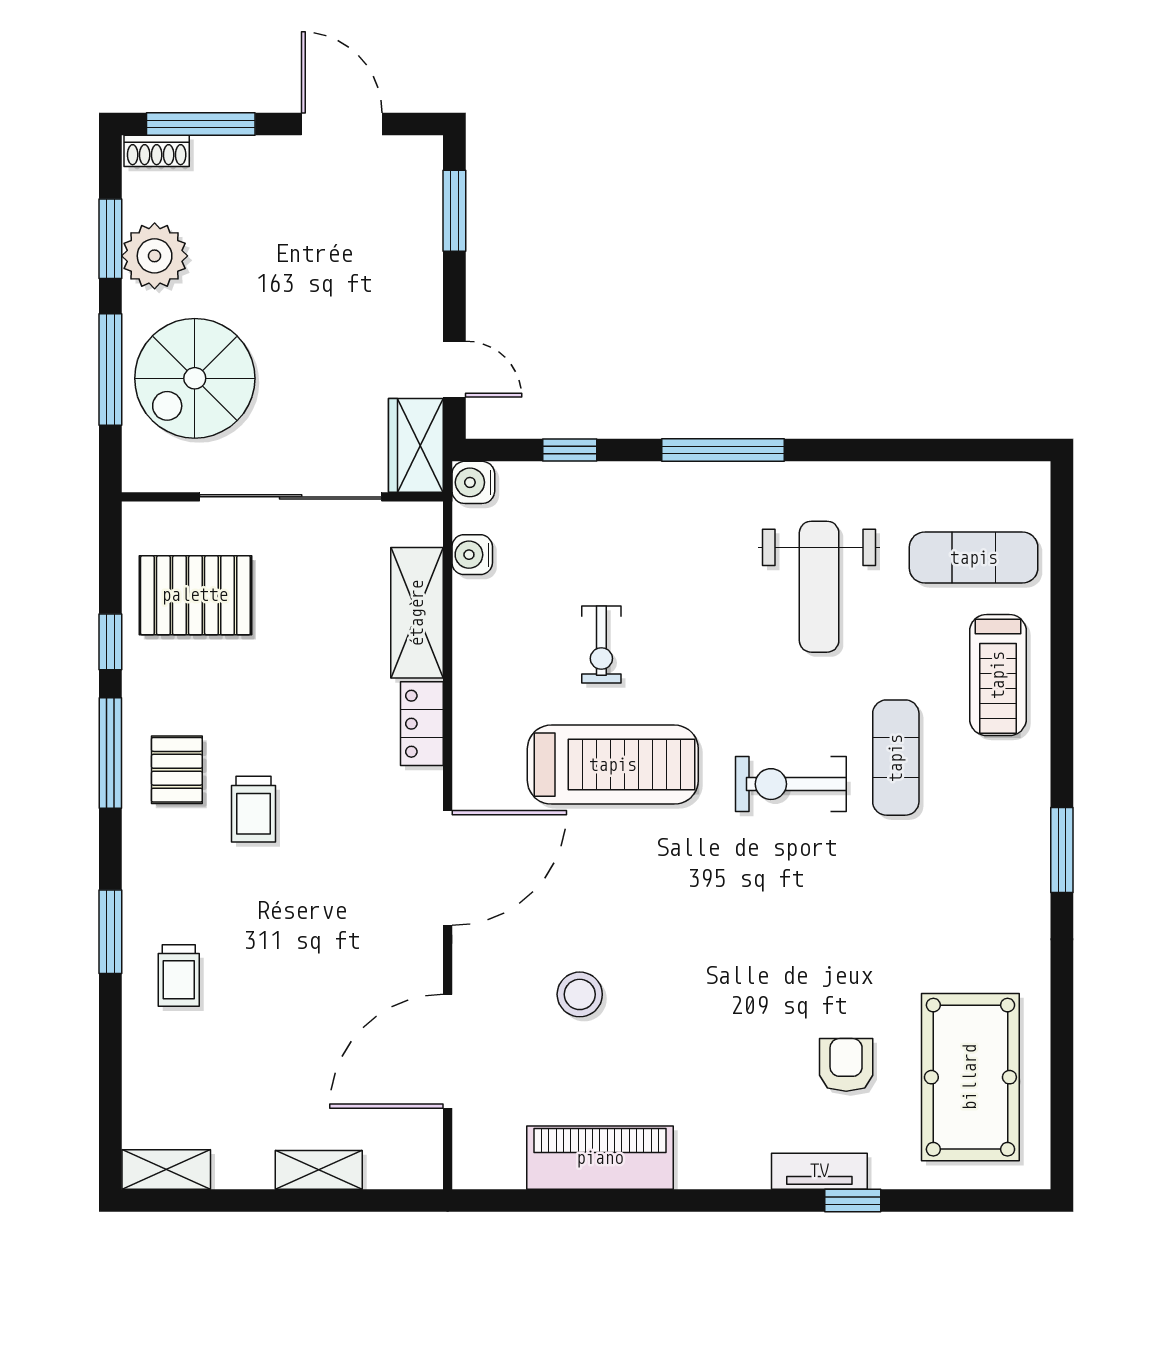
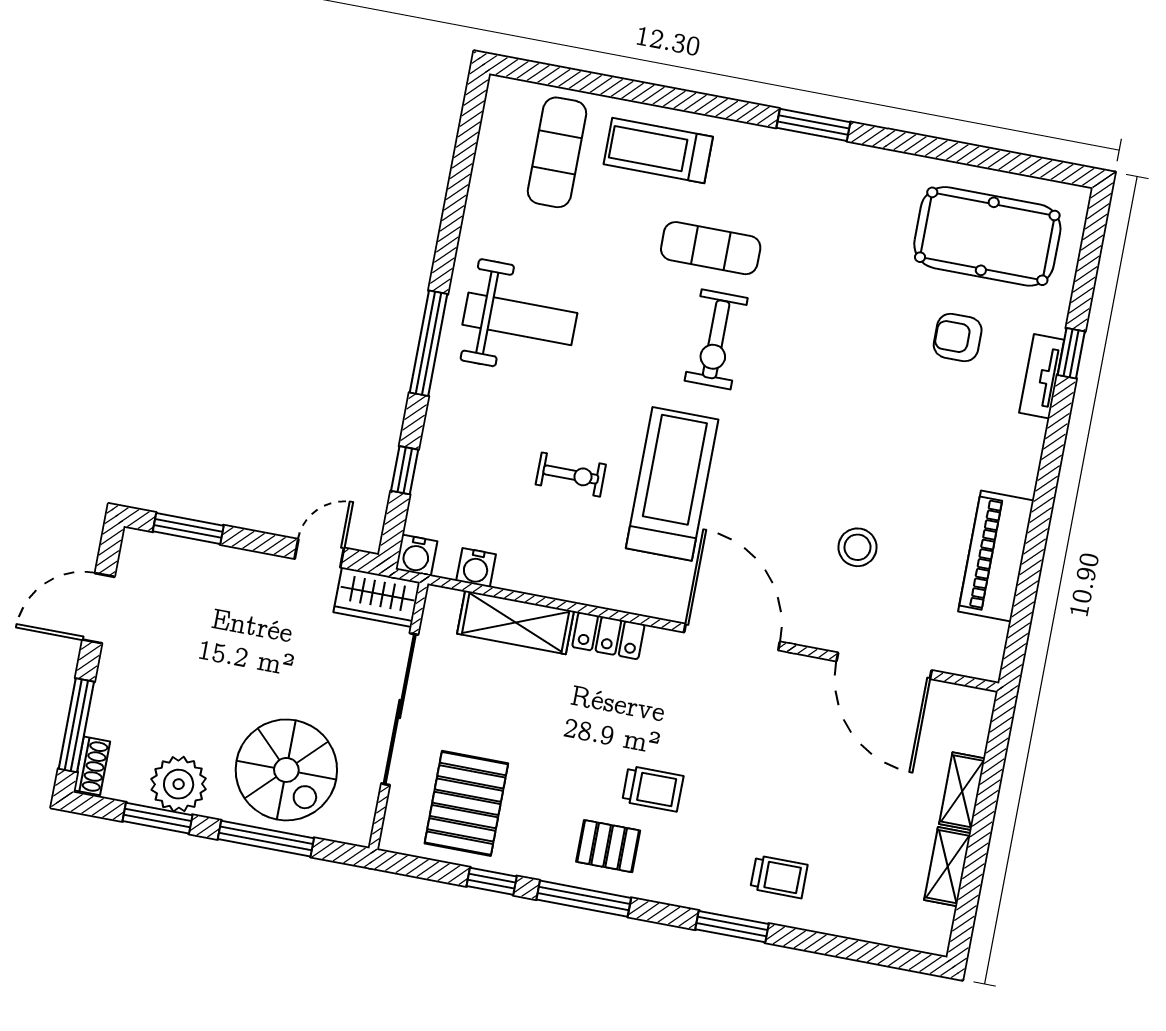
weight bench: (819, 587) -> (520, 319), moved
treadmill: (998, 675) -> (658, 150), turned 180
shelving: (166, 1170) -> (948, 867), moved

